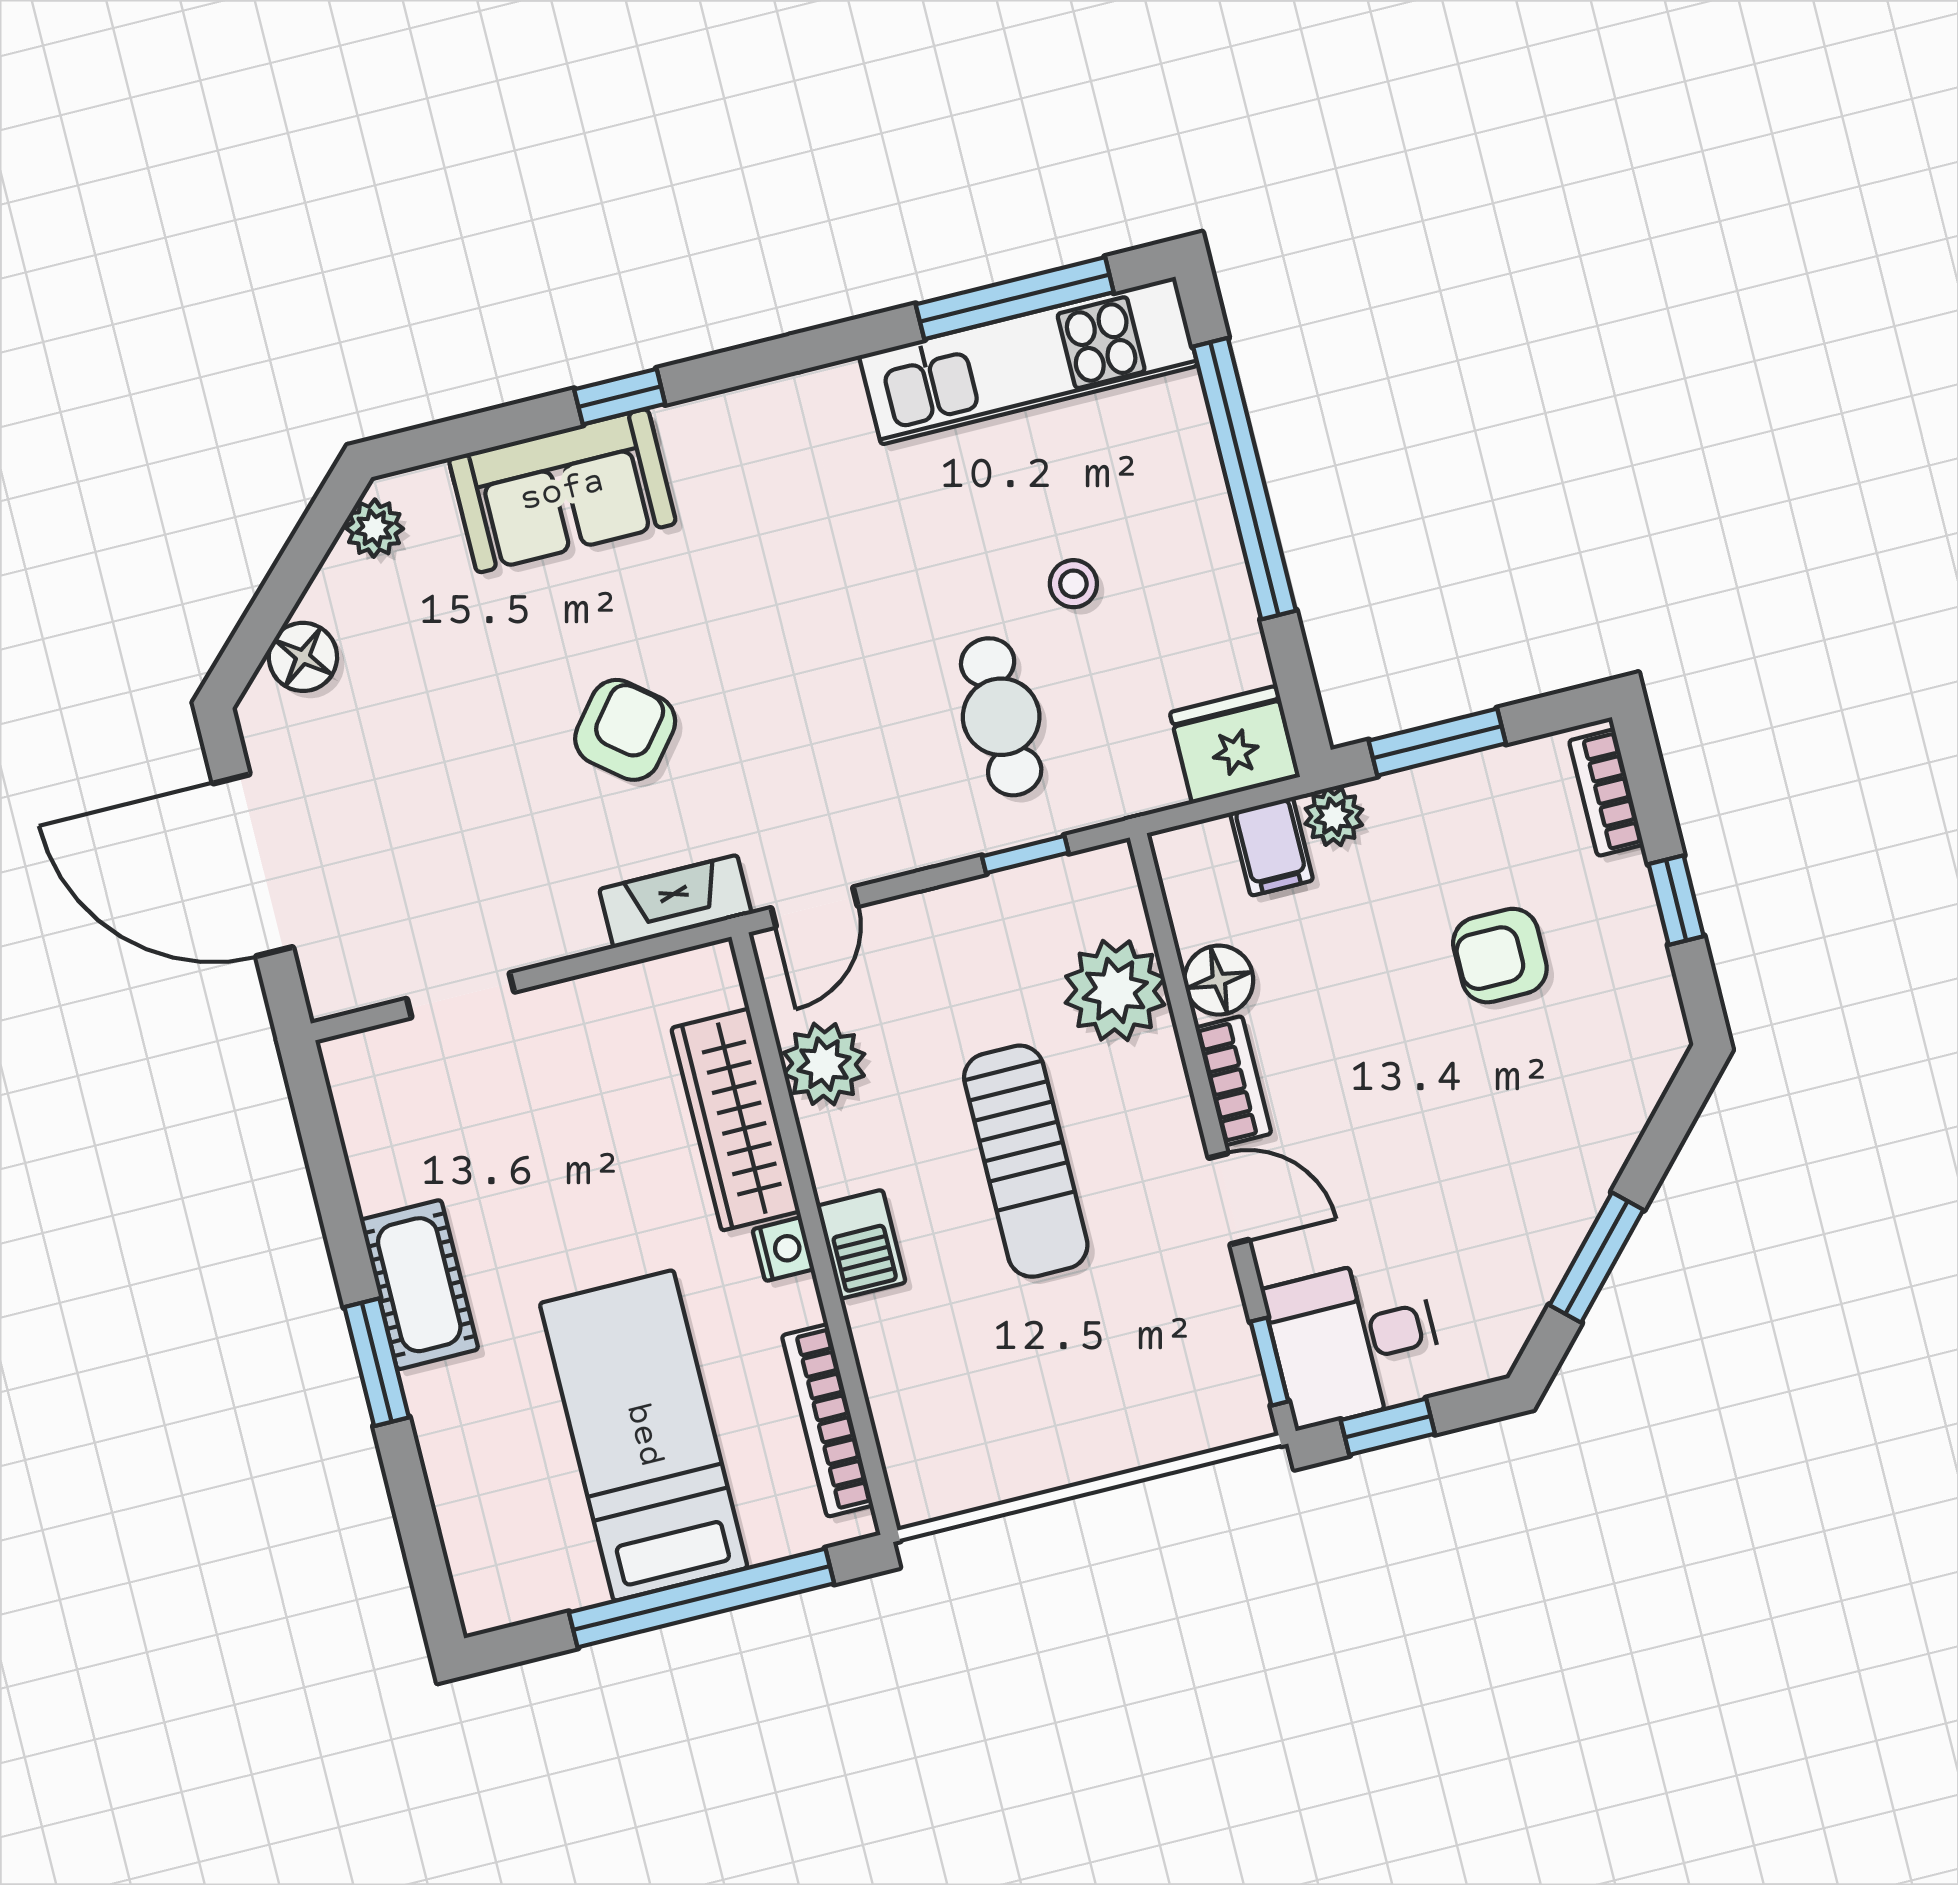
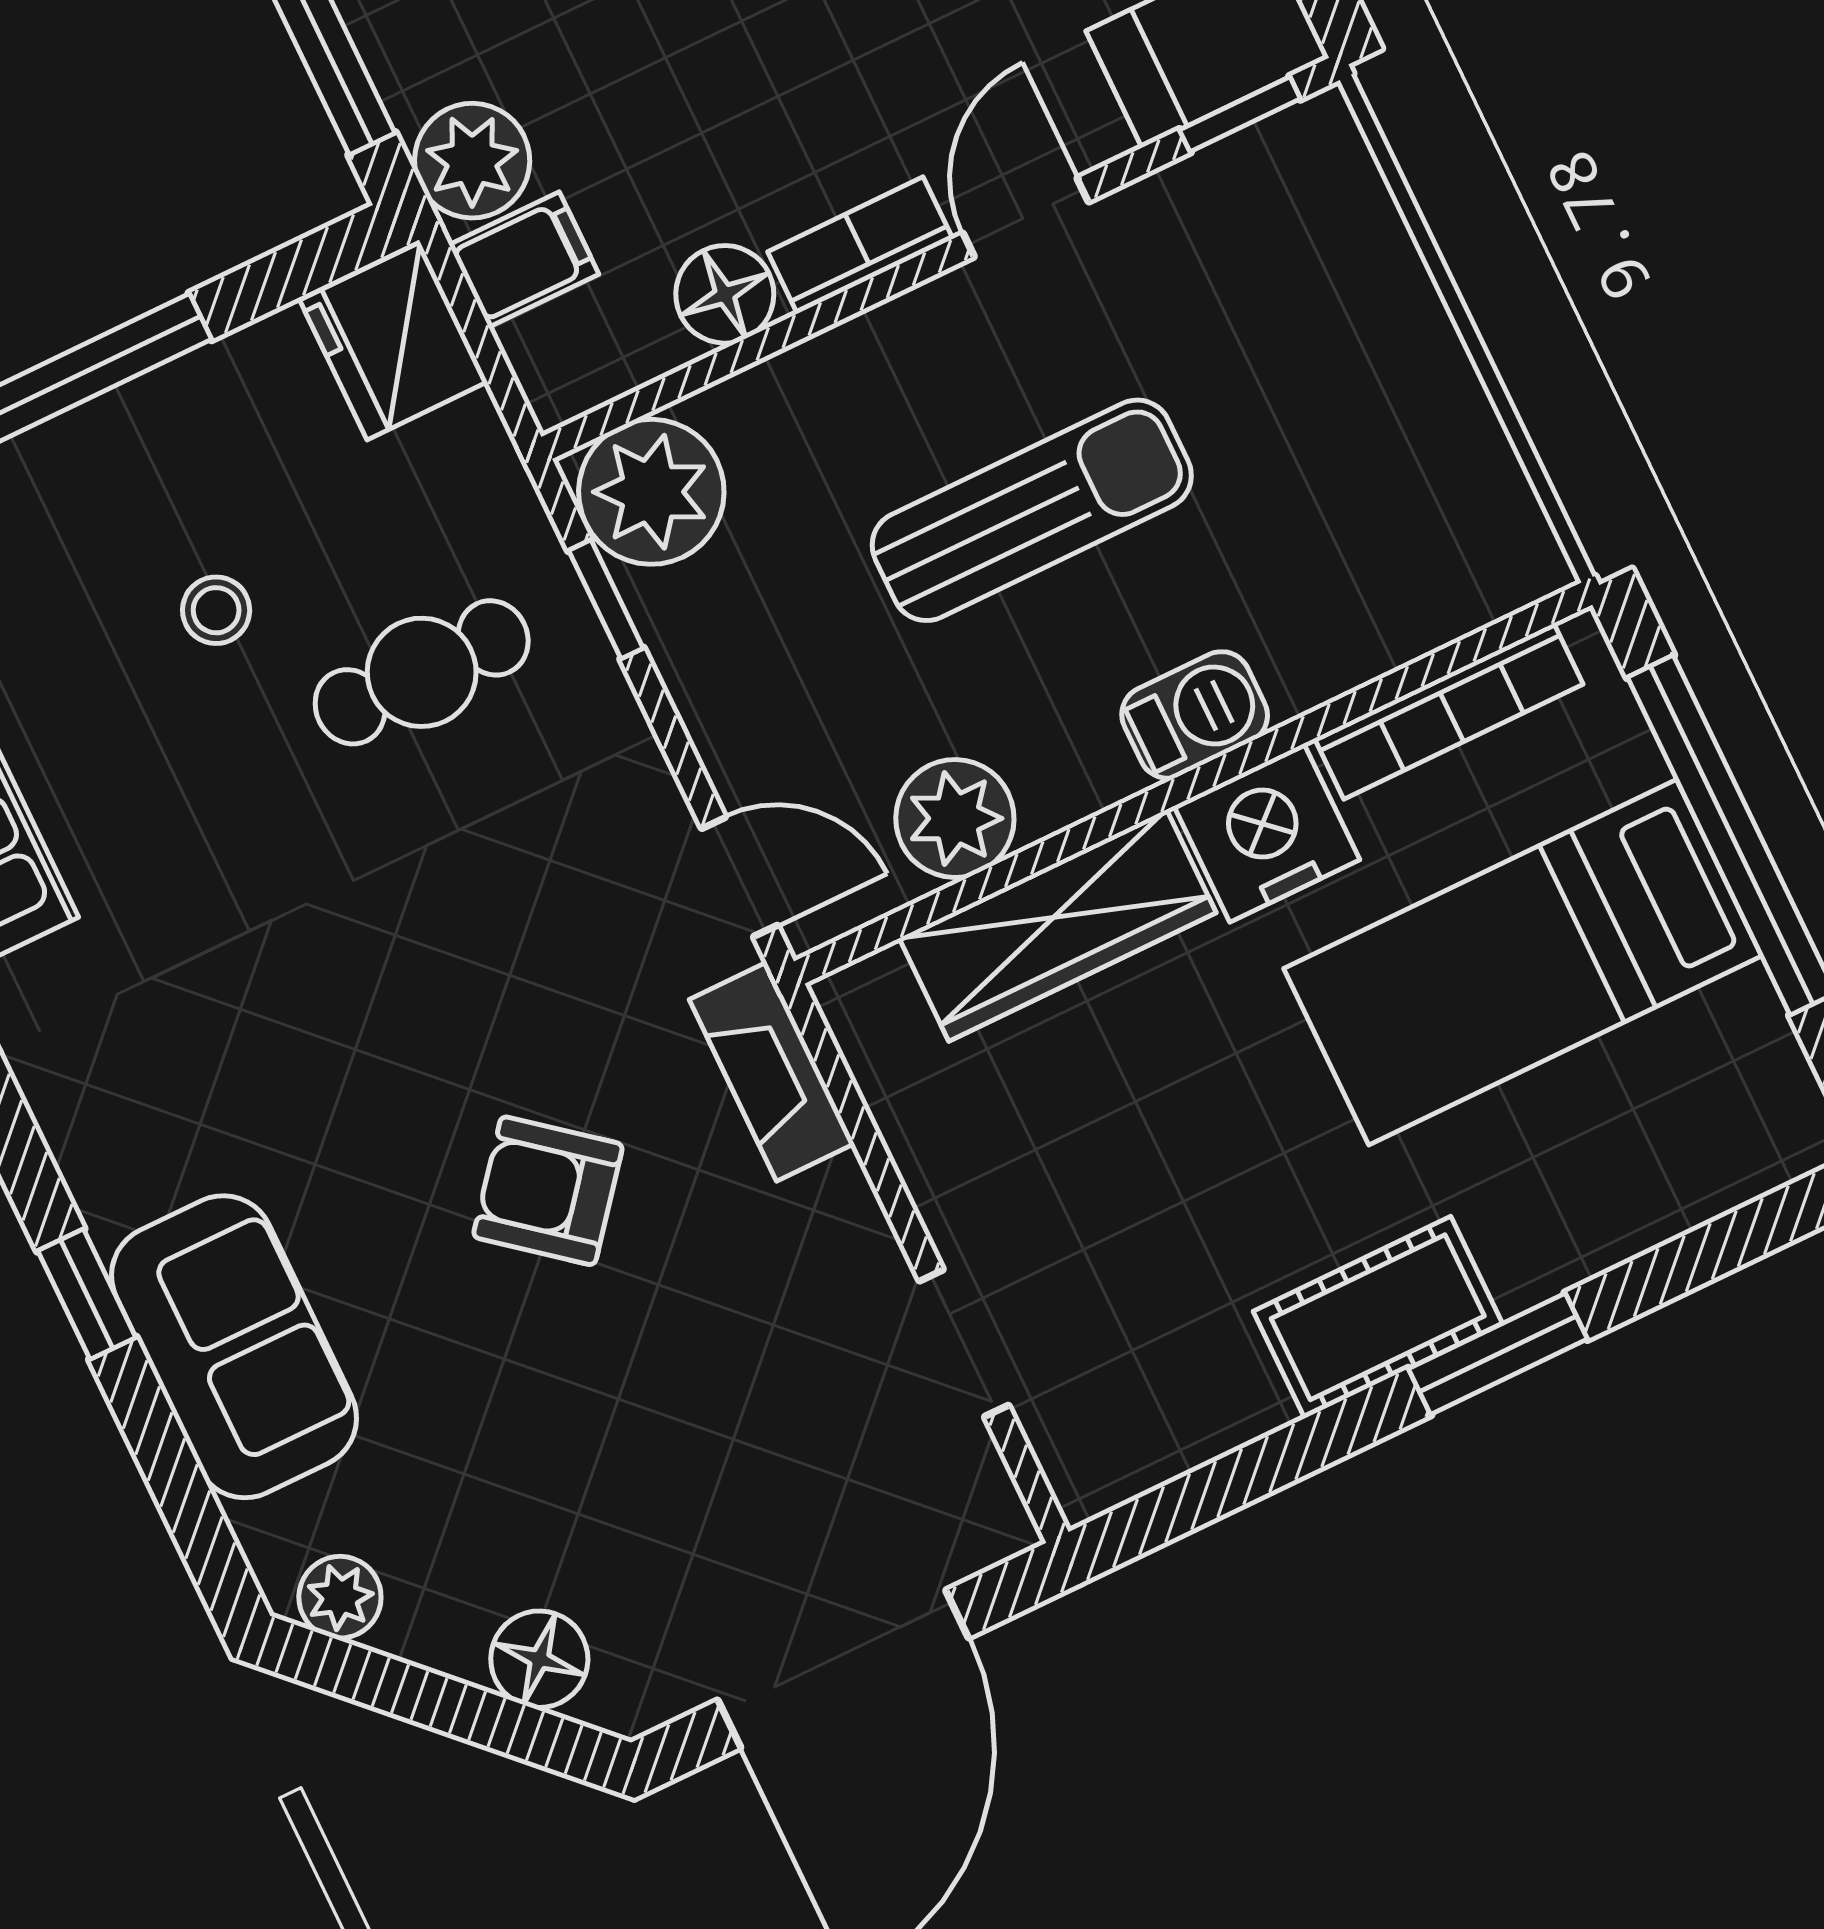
plant: (1334, 817) -> (472, 161), width x1.38, depth x1.38
plant: (1115, 990) -> (651, 492), moved
nightstand: (783, 1249) -> (1267, 833), width x1.89, depth x1.79

